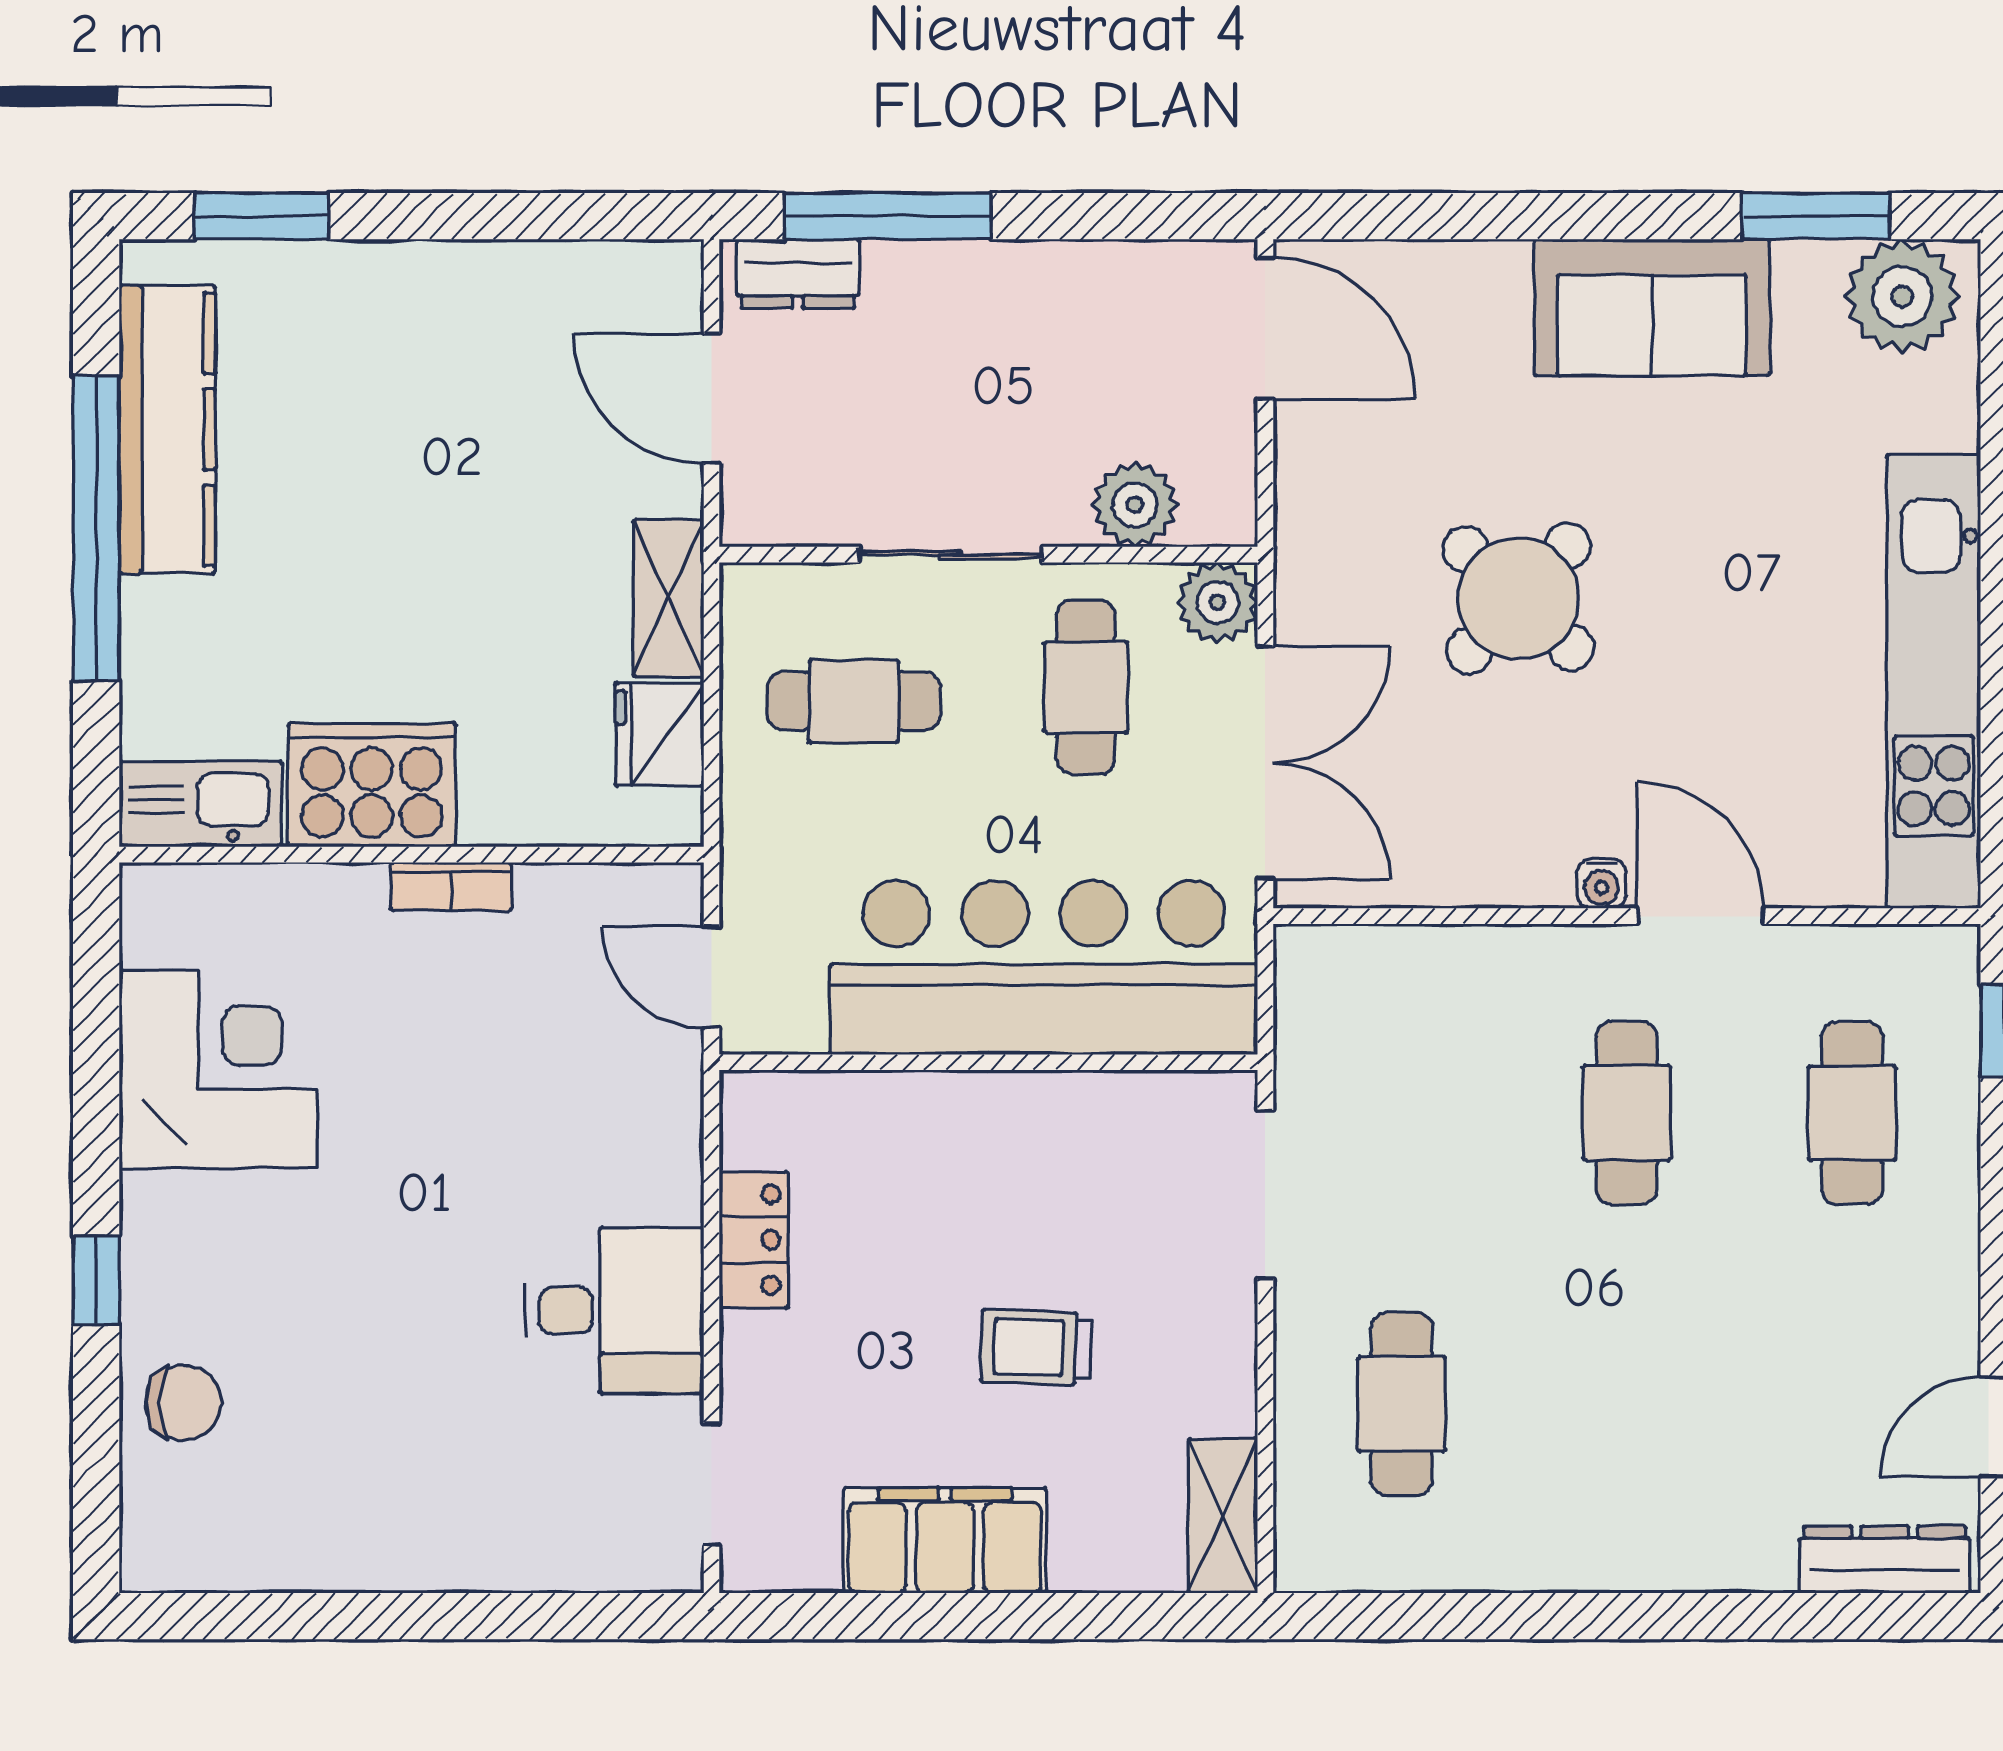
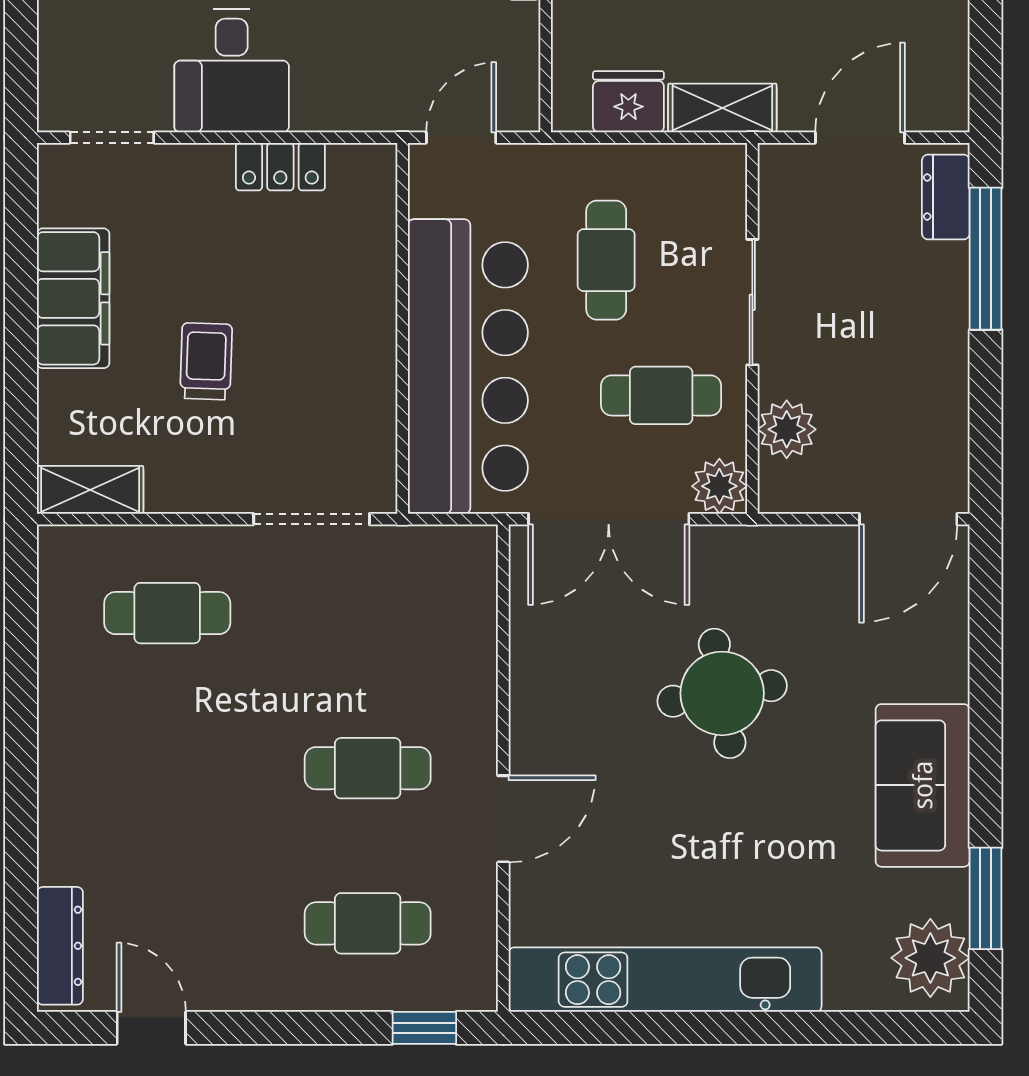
round table: (1518, 599) -> (722, 693), turned 38
cafe table: (854, 701) -> (606, 260), moved
water cooler: (1602, 884) -> (526, 751), removed

